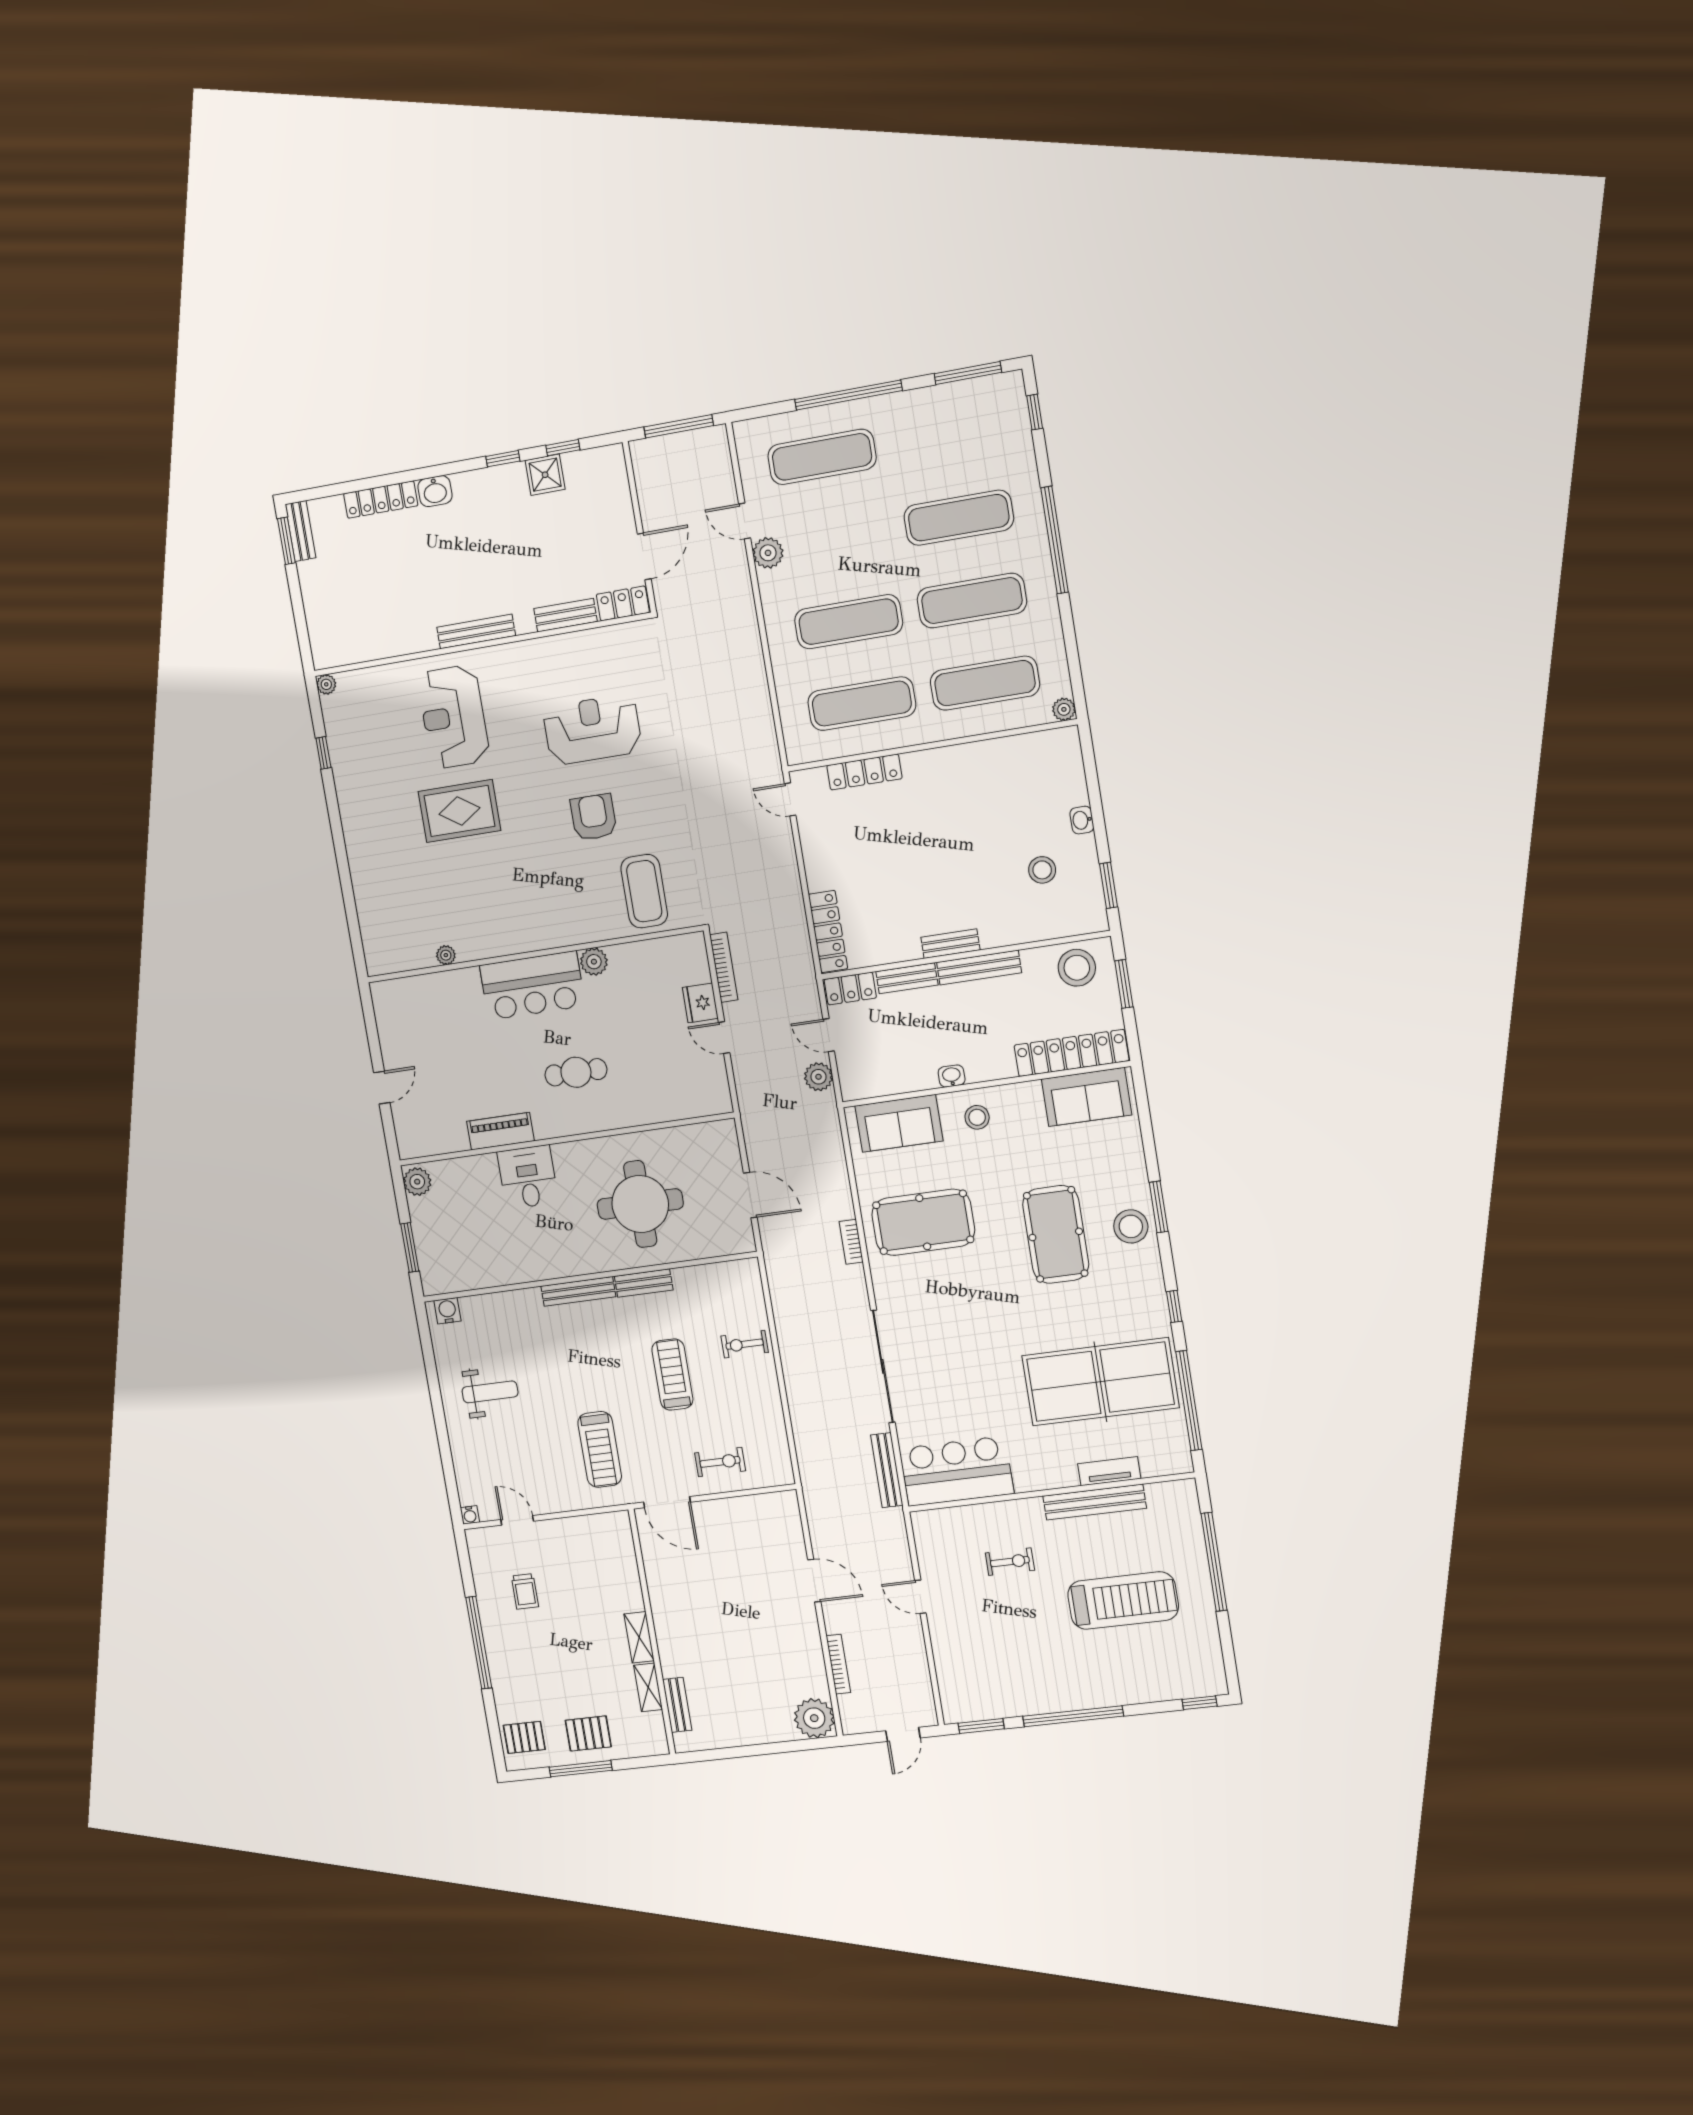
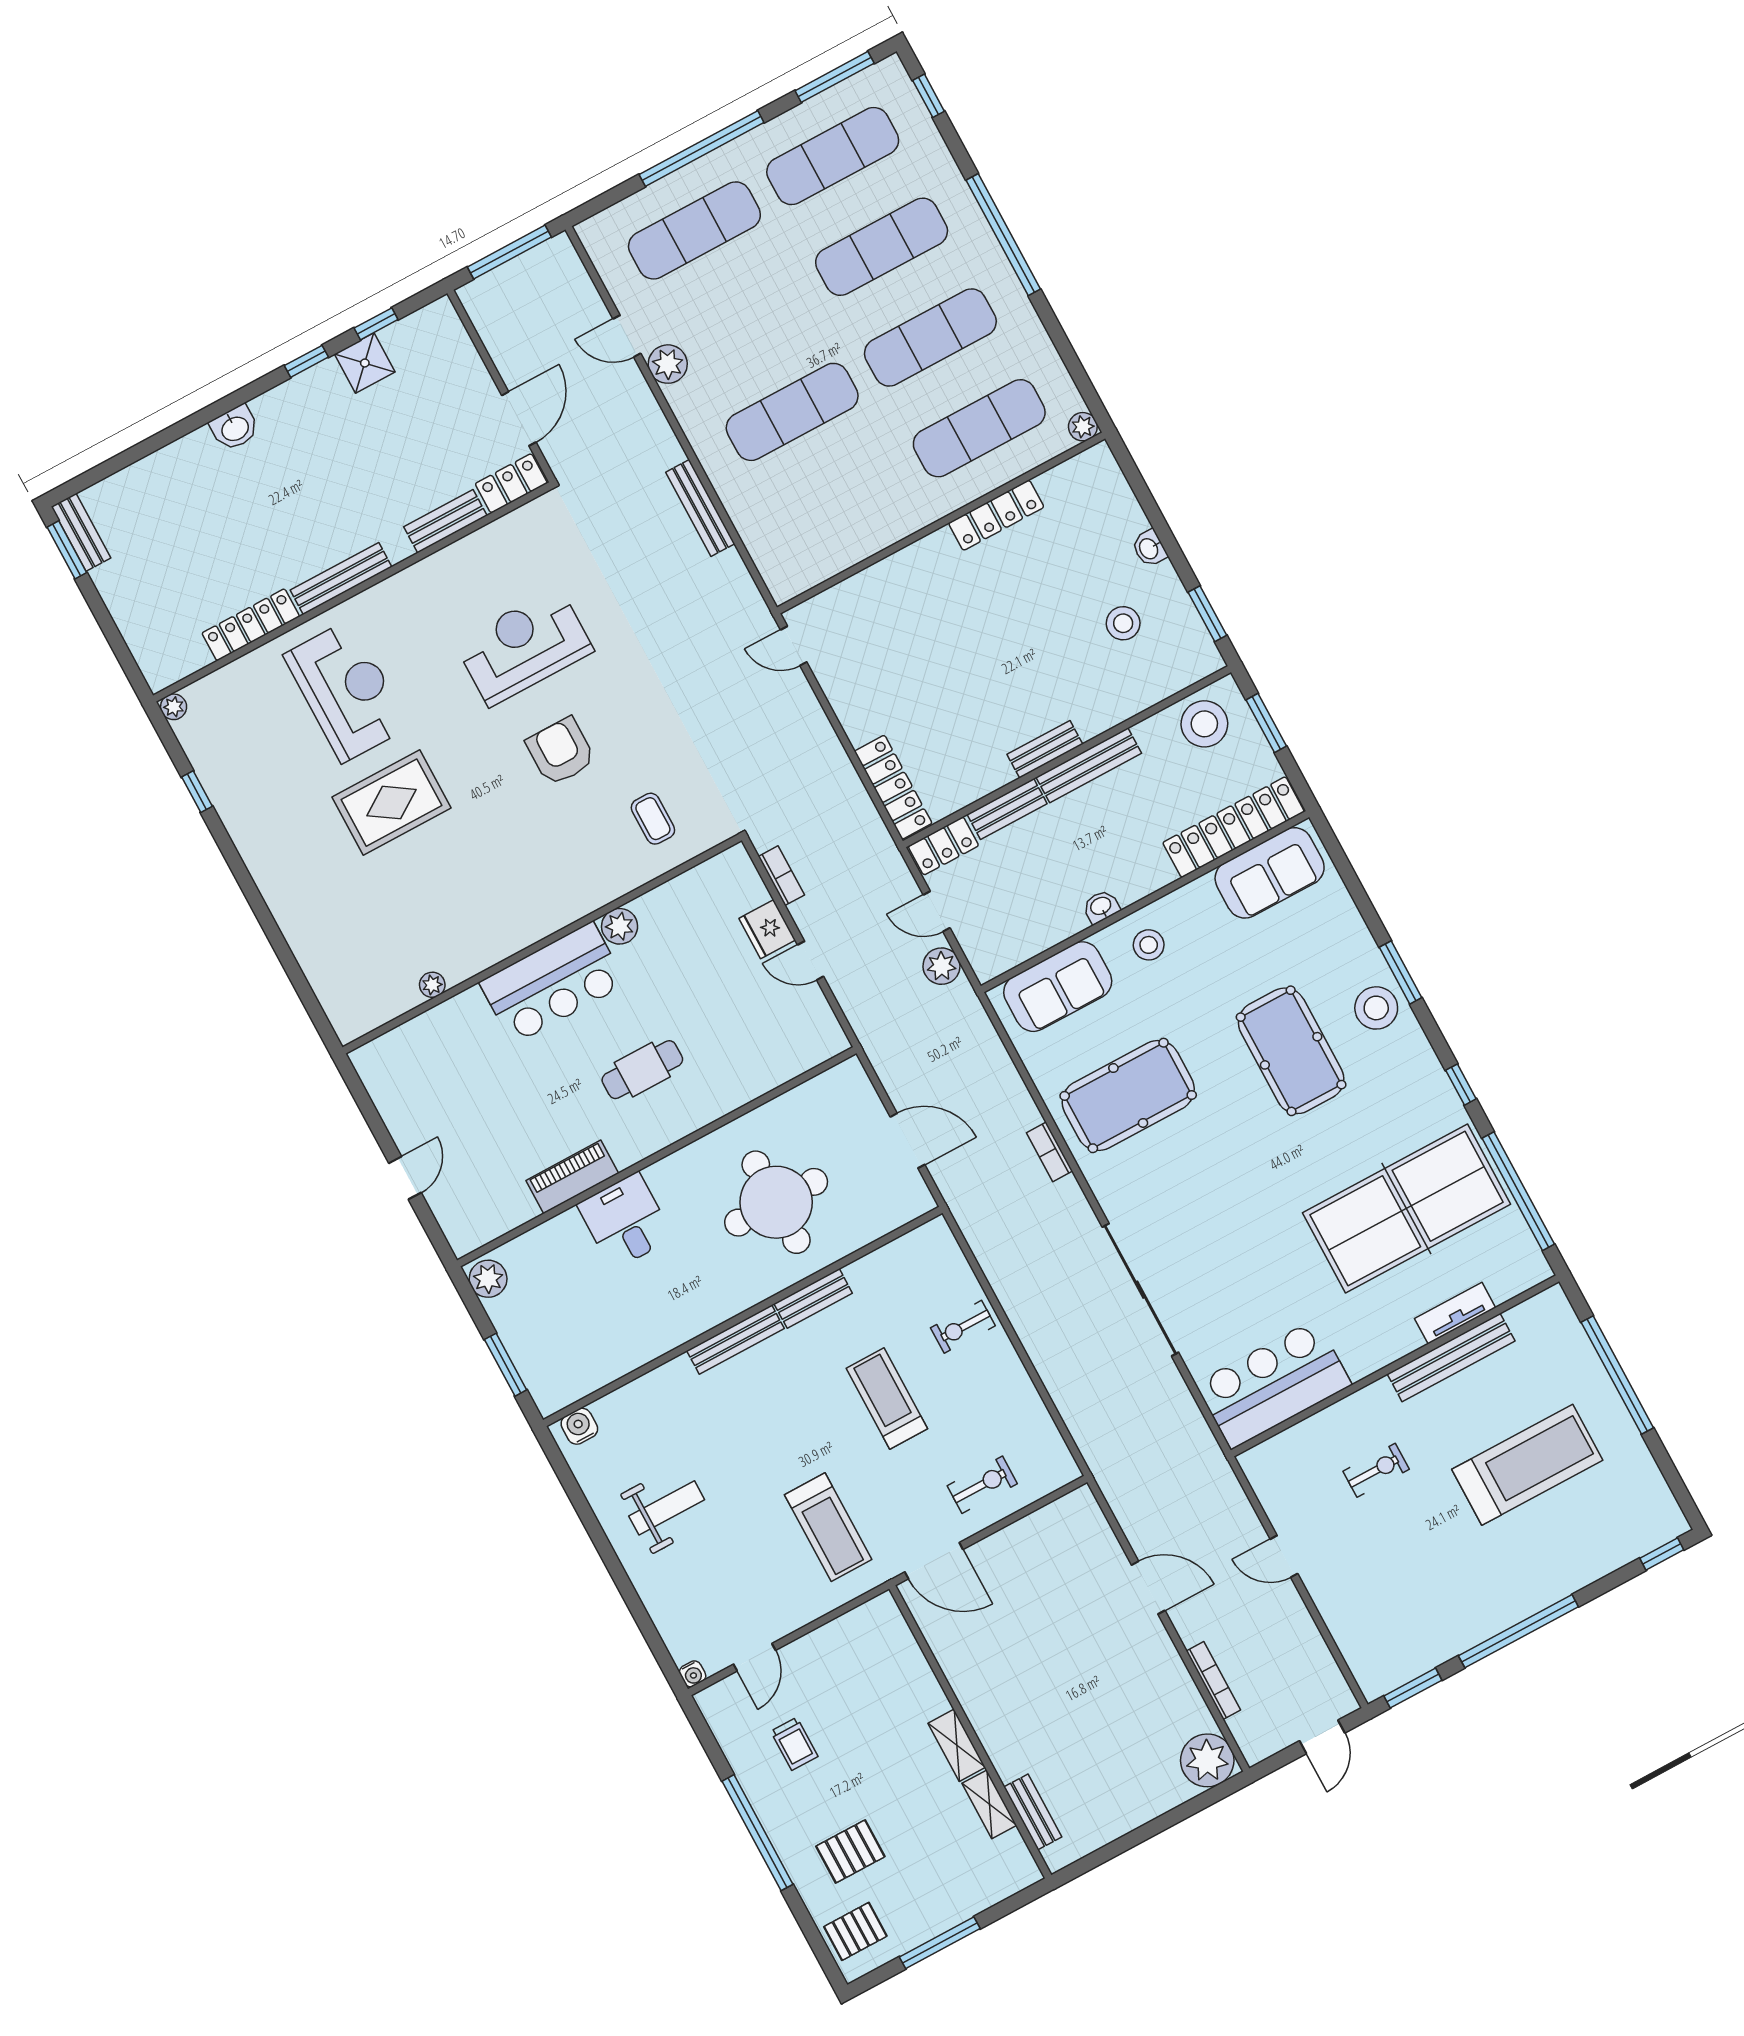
locker: (381, 500) -> (251, 625), moved, turned 180
exercise mat: (862, 704) -> (833, 156), moved
reception desk: (453, 717) -> (346, 691), turned 180
locker: (864, 772) -> (996, 515), moved
coffee table: (644, 891) -> (653, 819), width x0.54, depth x0.58
bookcase: (724, 967) -> (781, 876), width x0.64
bench: (887, 1470) -> (700, 508), moved
door: (517, 1520) -> (755, 1657), swing flipped
pallet: (588, 1734) -> (850, 1851), moved

